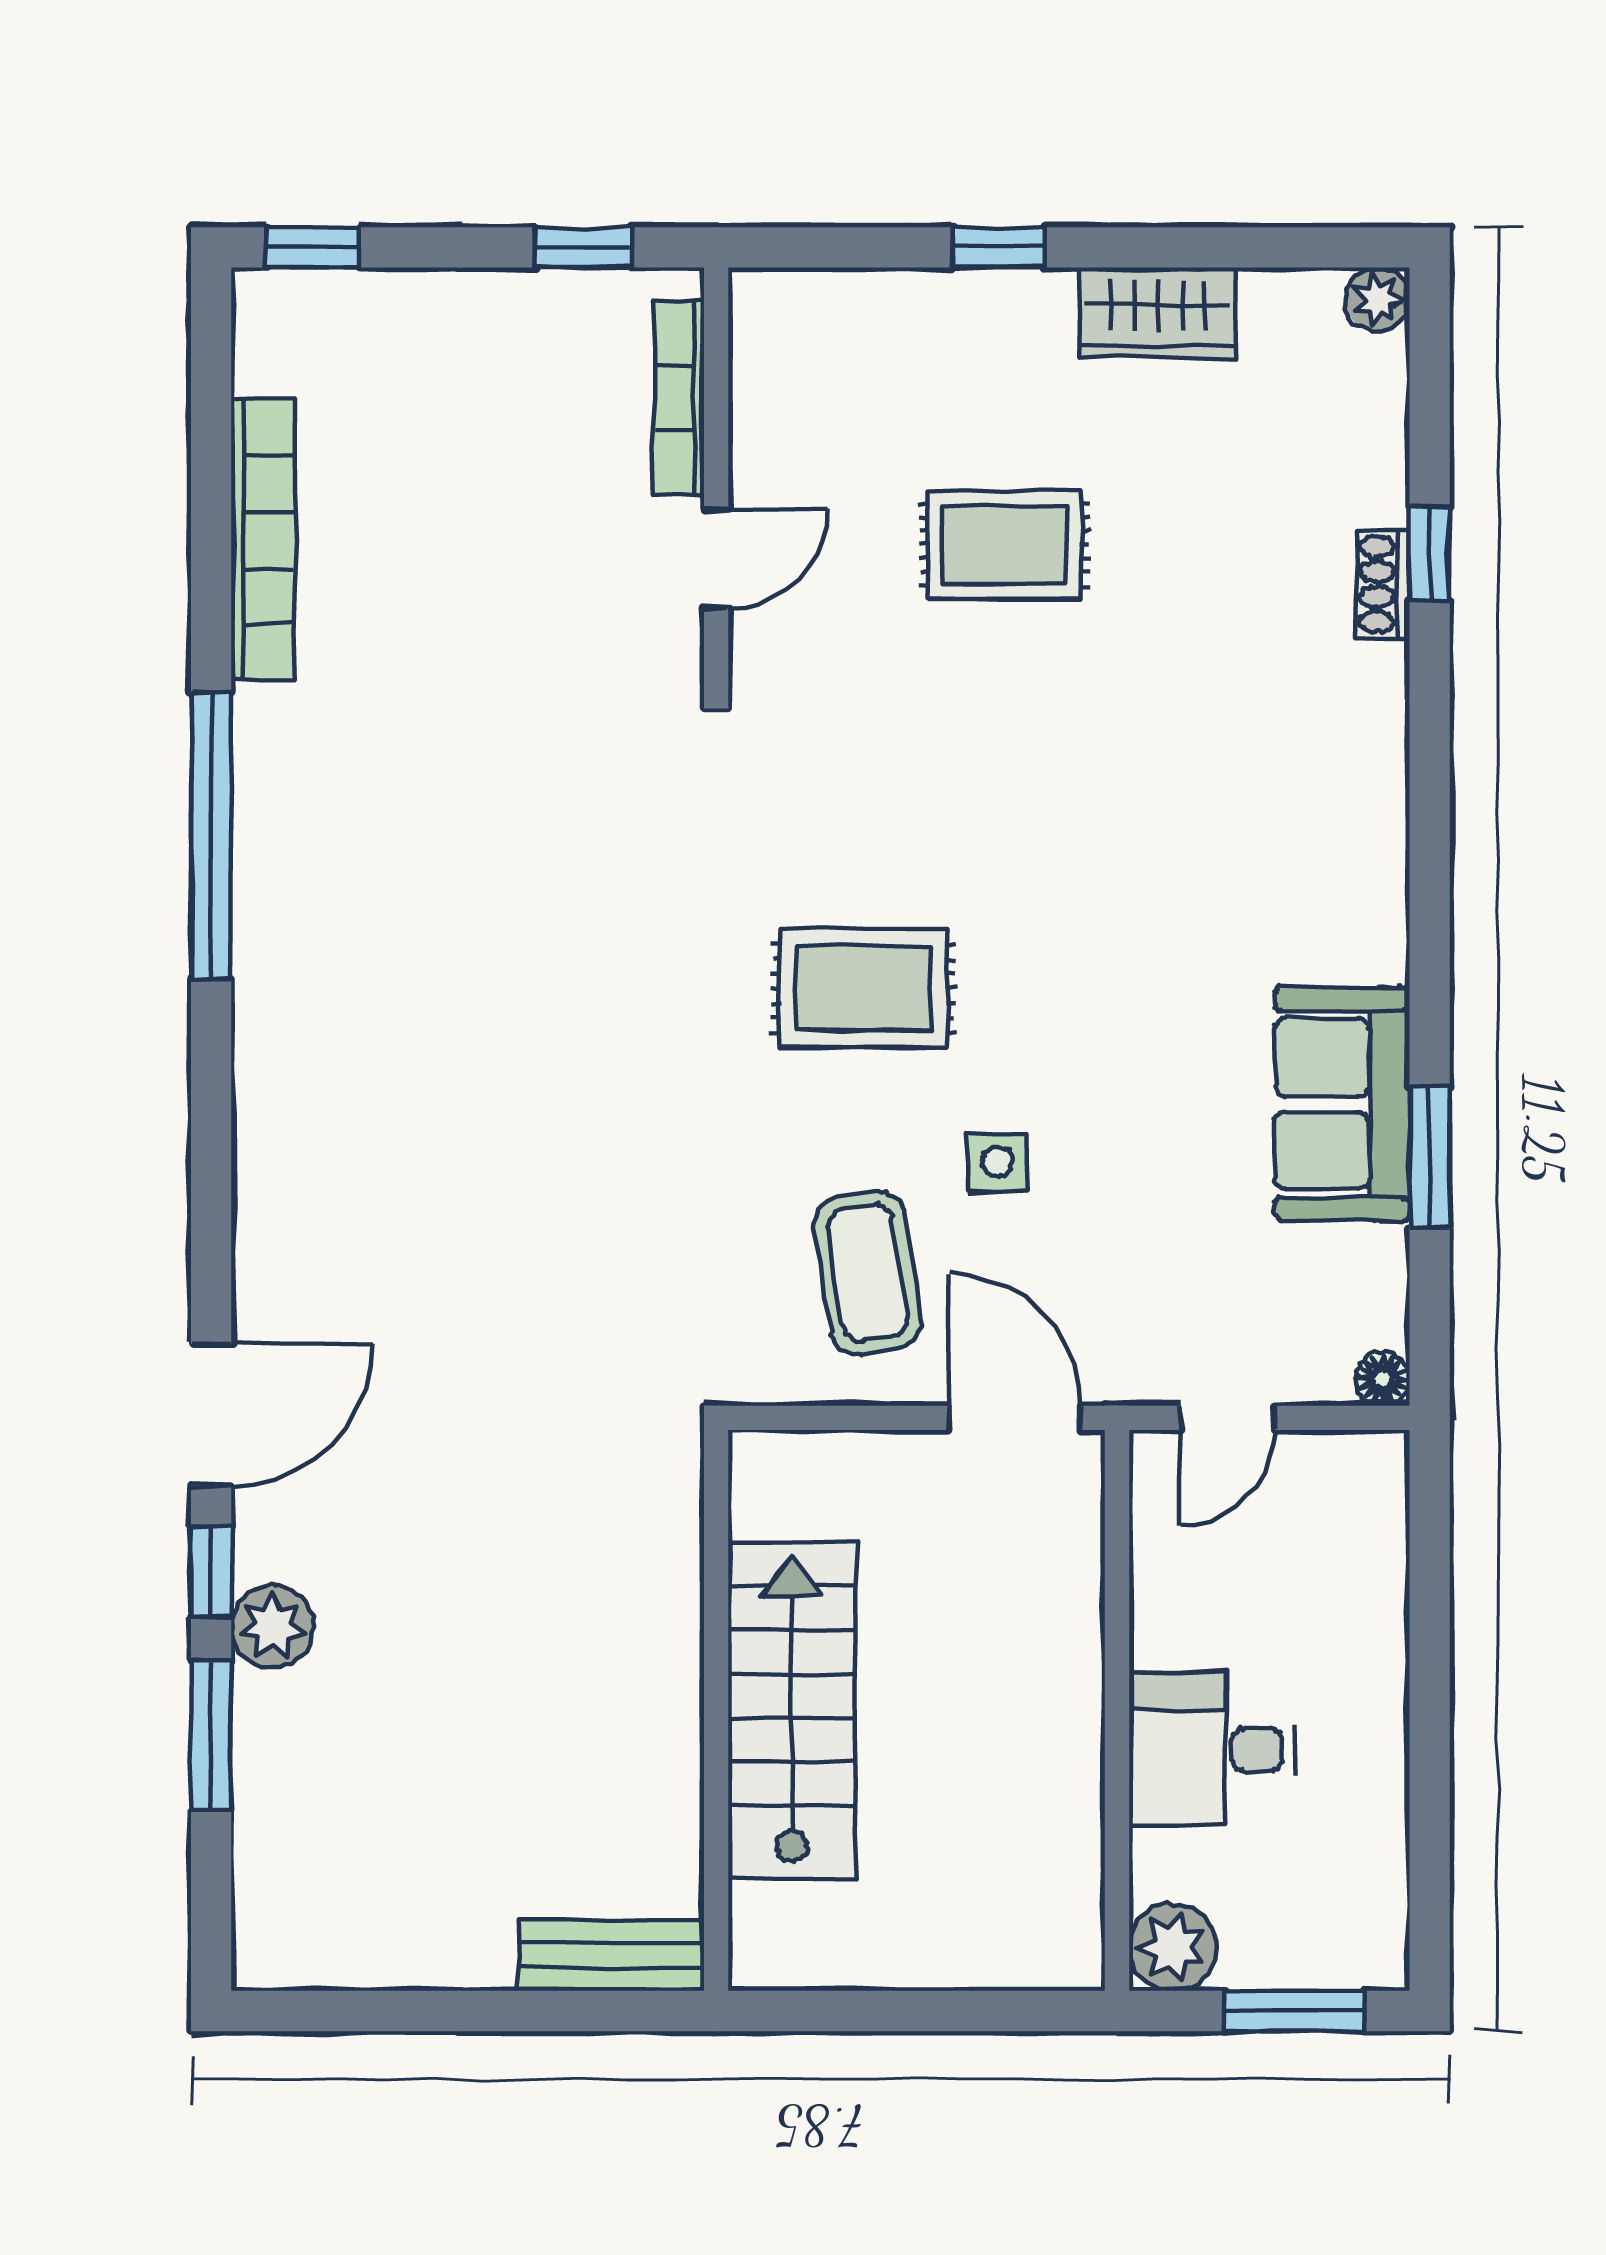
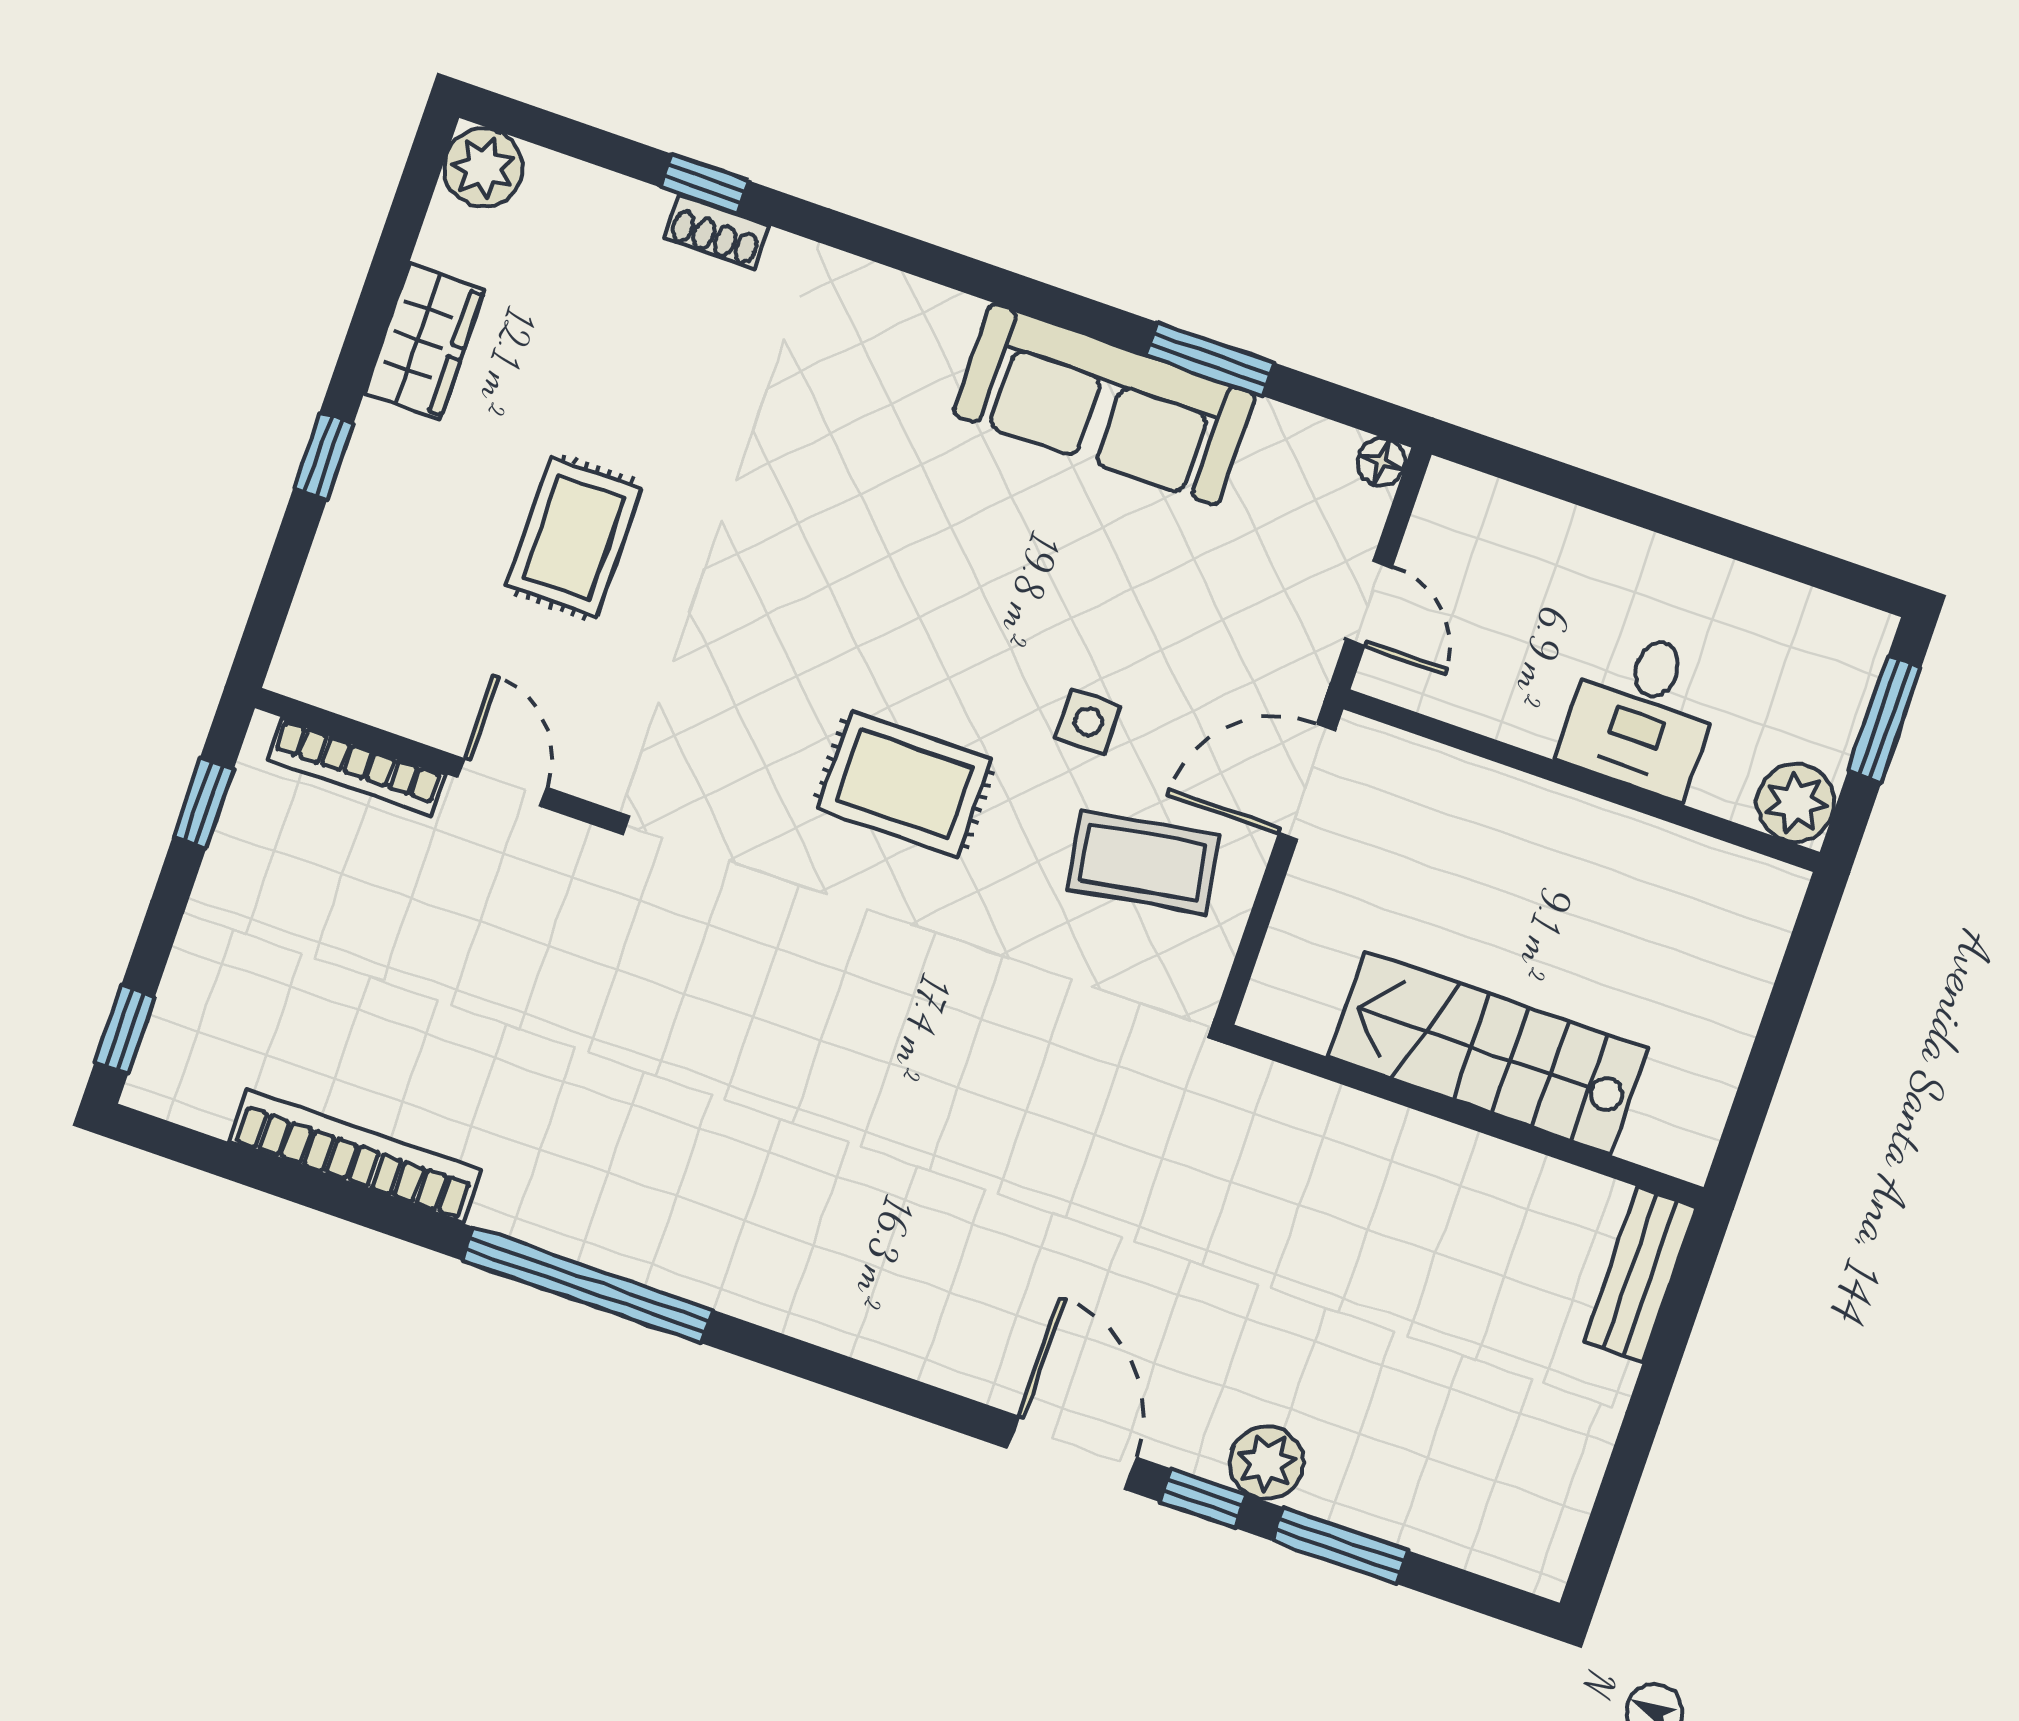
plant: (1377, 300) -> (483, 168), width x1.38, depth x1.38
rug: (863, 989) -> (904, 784), turned 90
sofa: (1342, 1104) -> (1104, 404), width x1.36

